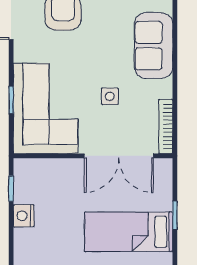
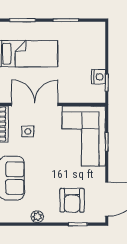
side table: (110, 96) -> (28, 131), moved
nightstand: (24, 216) -> (98, 77), moved

